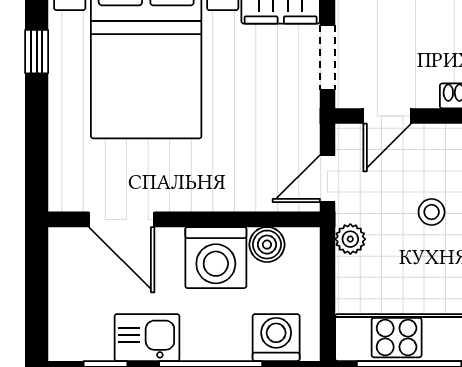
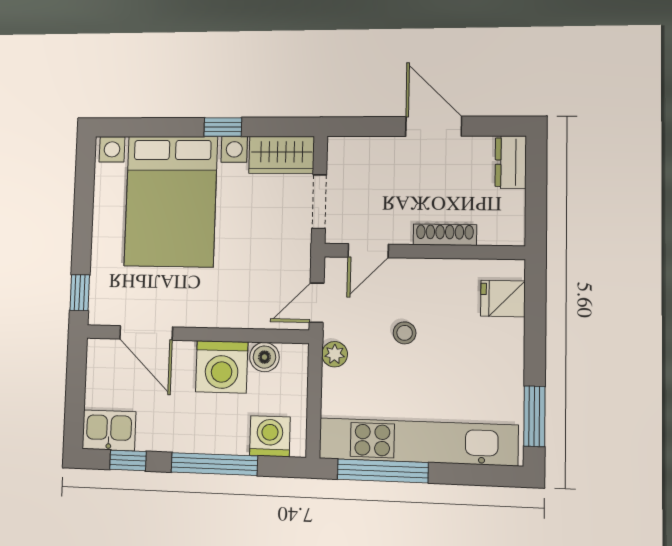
window: (37, 52) -> (80, 293), moved
kitchen sink: (147, 338) -> (109, 430), moved

